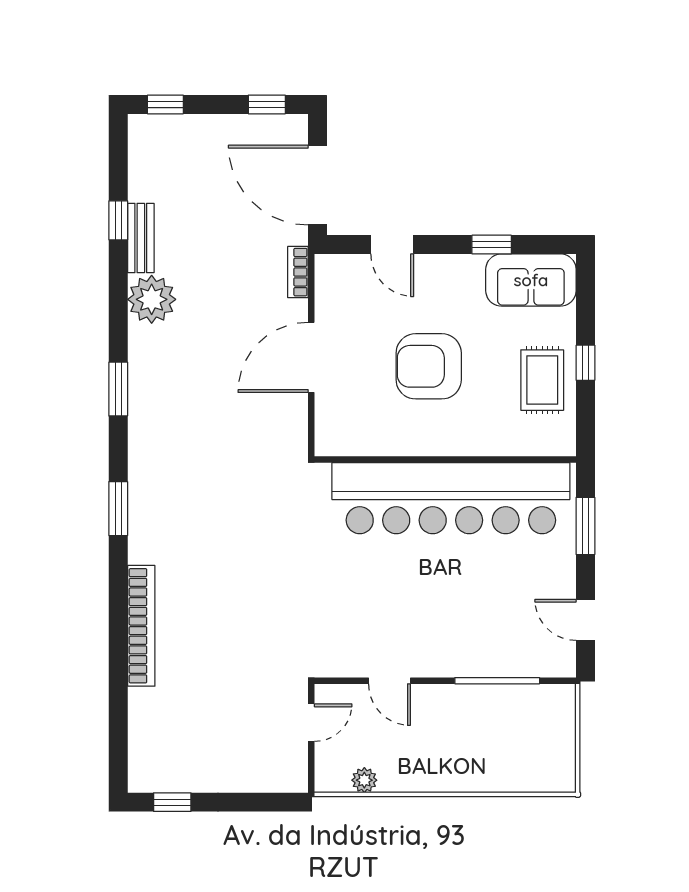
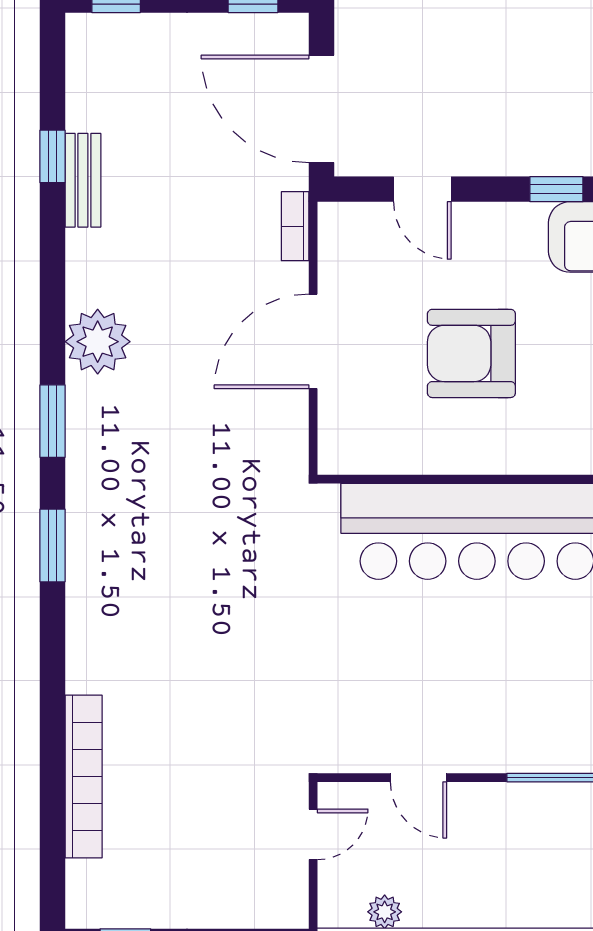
plant: (152, 299) -> (98, 342), moved
window: (118, 389) -> (52, 421), moved
bookcase: (141, 626) -> (84, 777), moved

